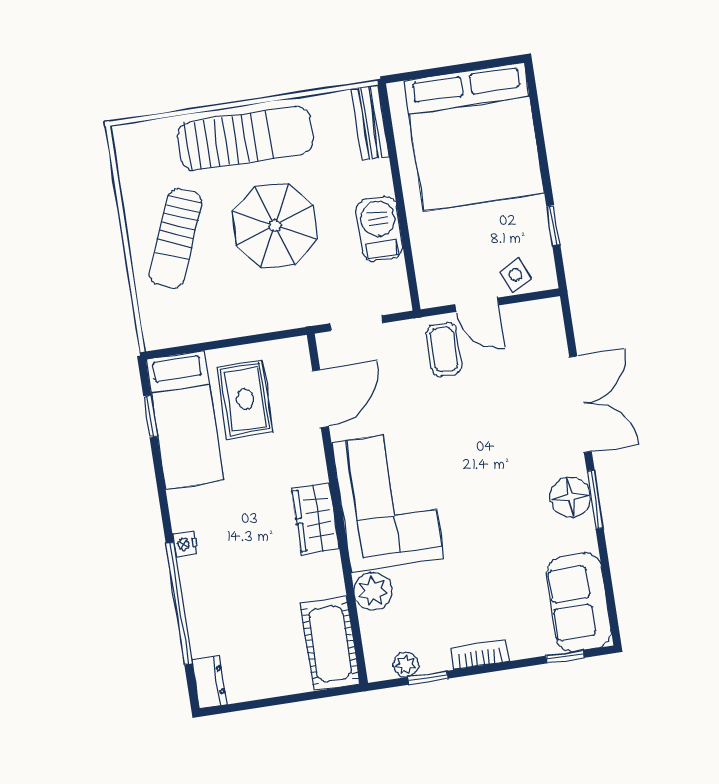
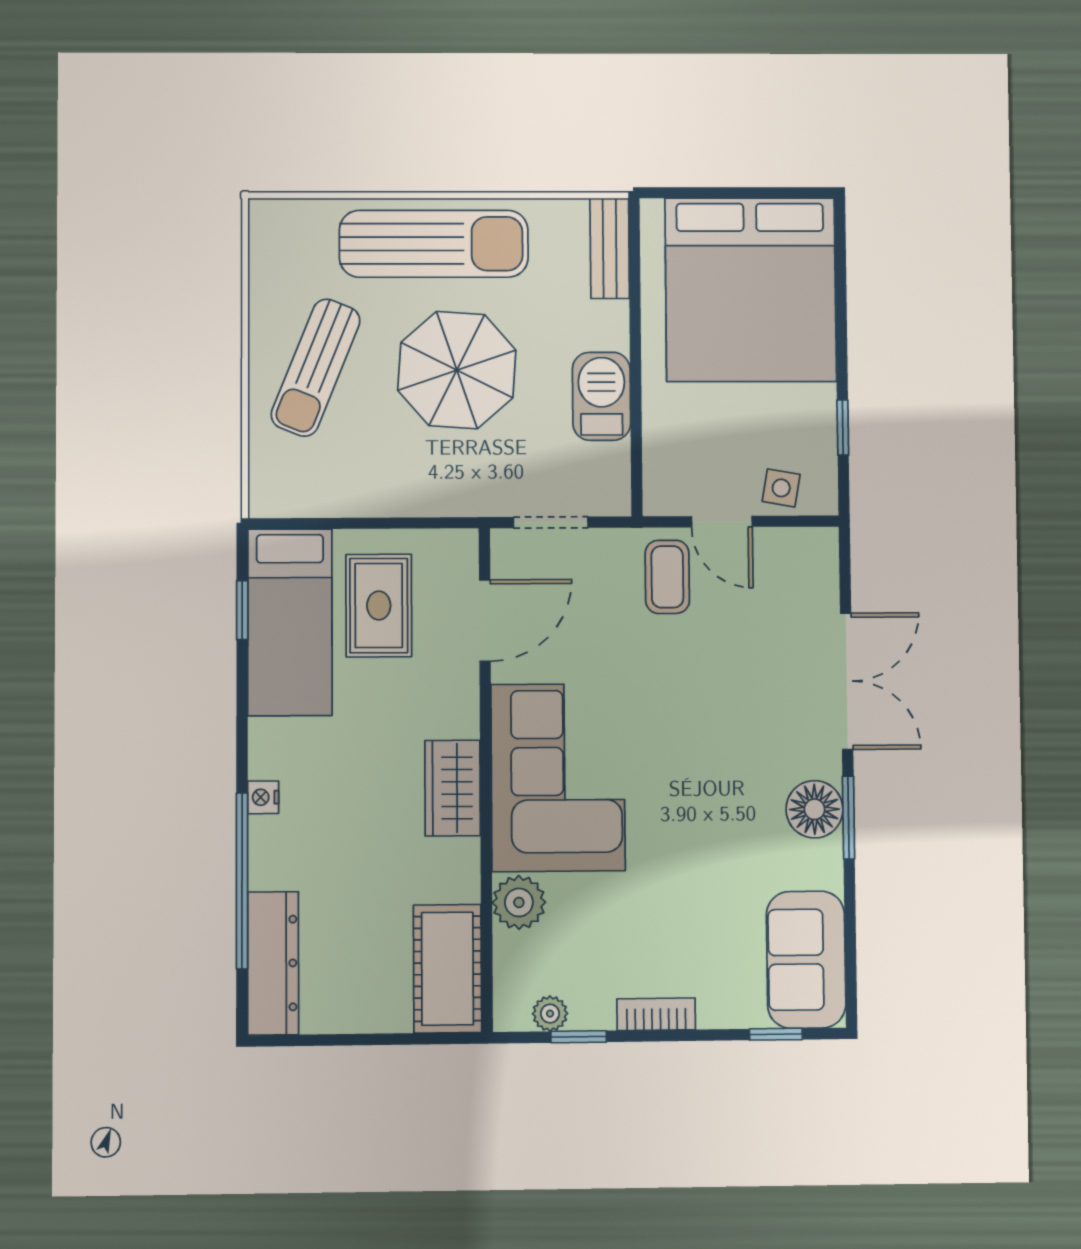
side table: (515, 275) -> (781, 488), turned 35
dresser: (209, 682) -> (273, 963), width x1.96, depth x1.24

